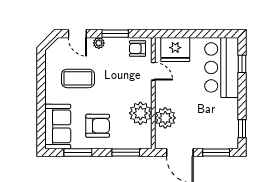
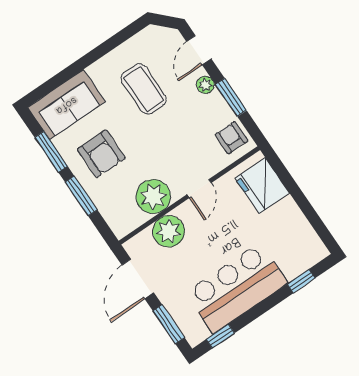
bar counter: (222, 67) -> (237, 288), moved
door: (153, 71) -> (199, 189), moved
window: (126, 152) -> (81, 196), moved

